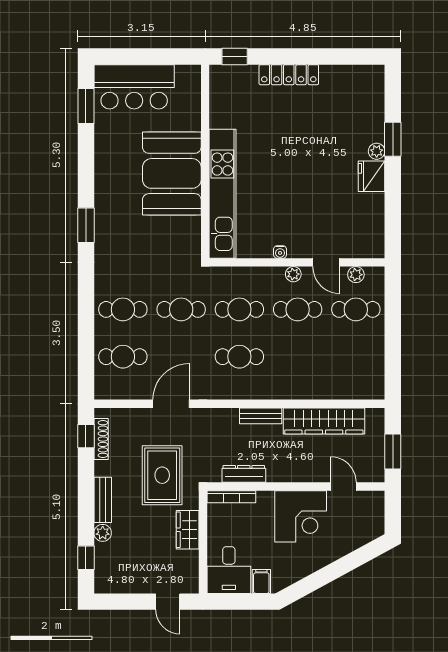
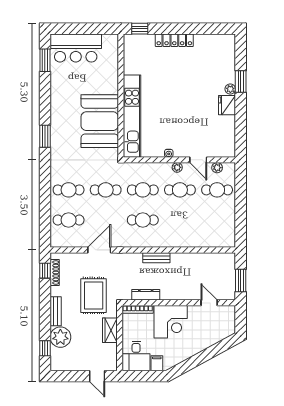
booth: (172, 173) -> (100, 121), moved
wardrobe: (324, 421) -> (197, 261), removed
corner desk: (301, 516) -> (171, 322), moved
plant: (103, 533) -> (60, 337), width x1.87, depth x1.87

